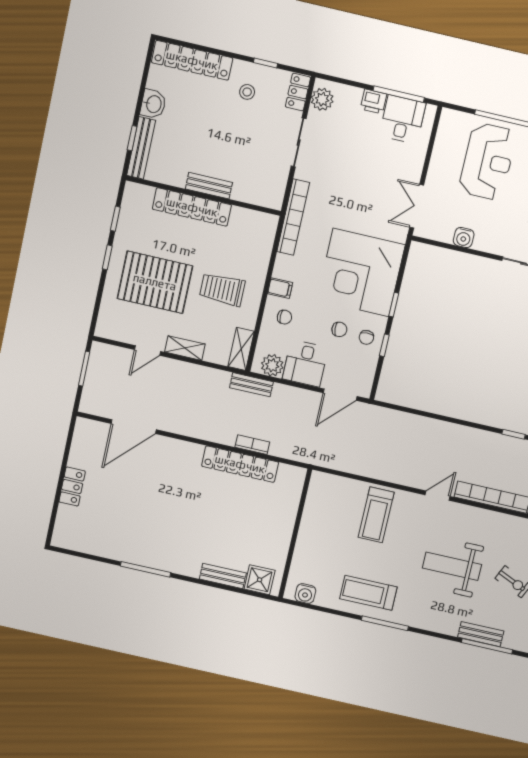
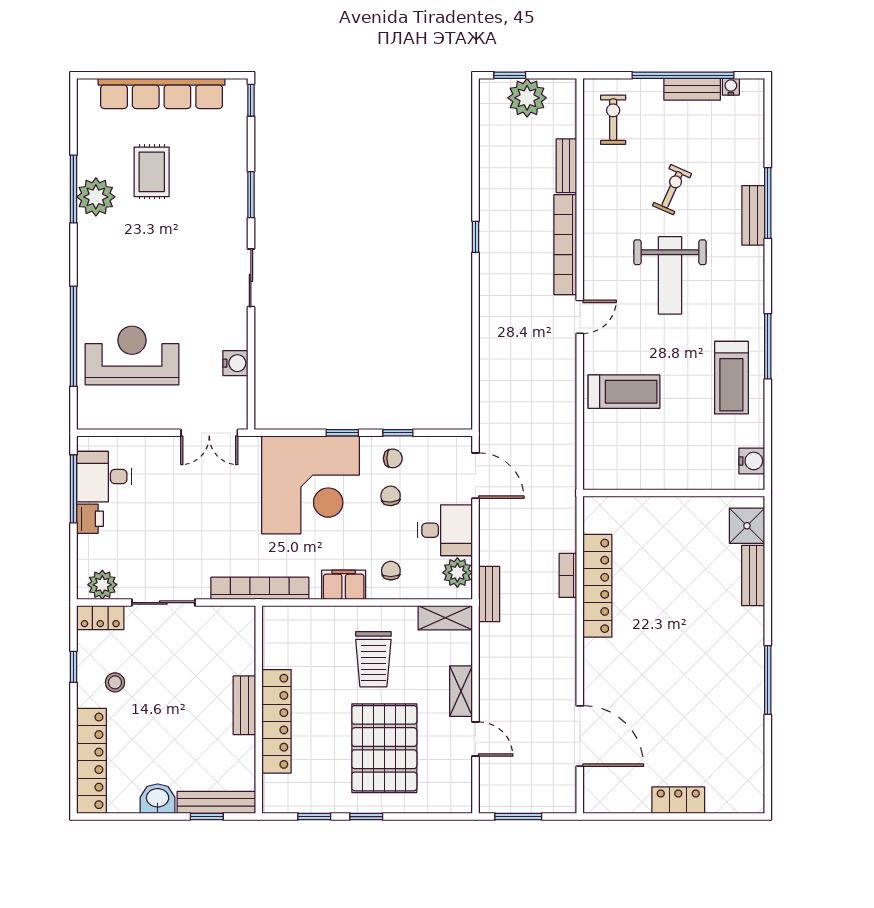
filing cabinet: (280, 288) -> (344, 585), width x2.00
door: (438, 496) -> (580, 317), swing flipped

